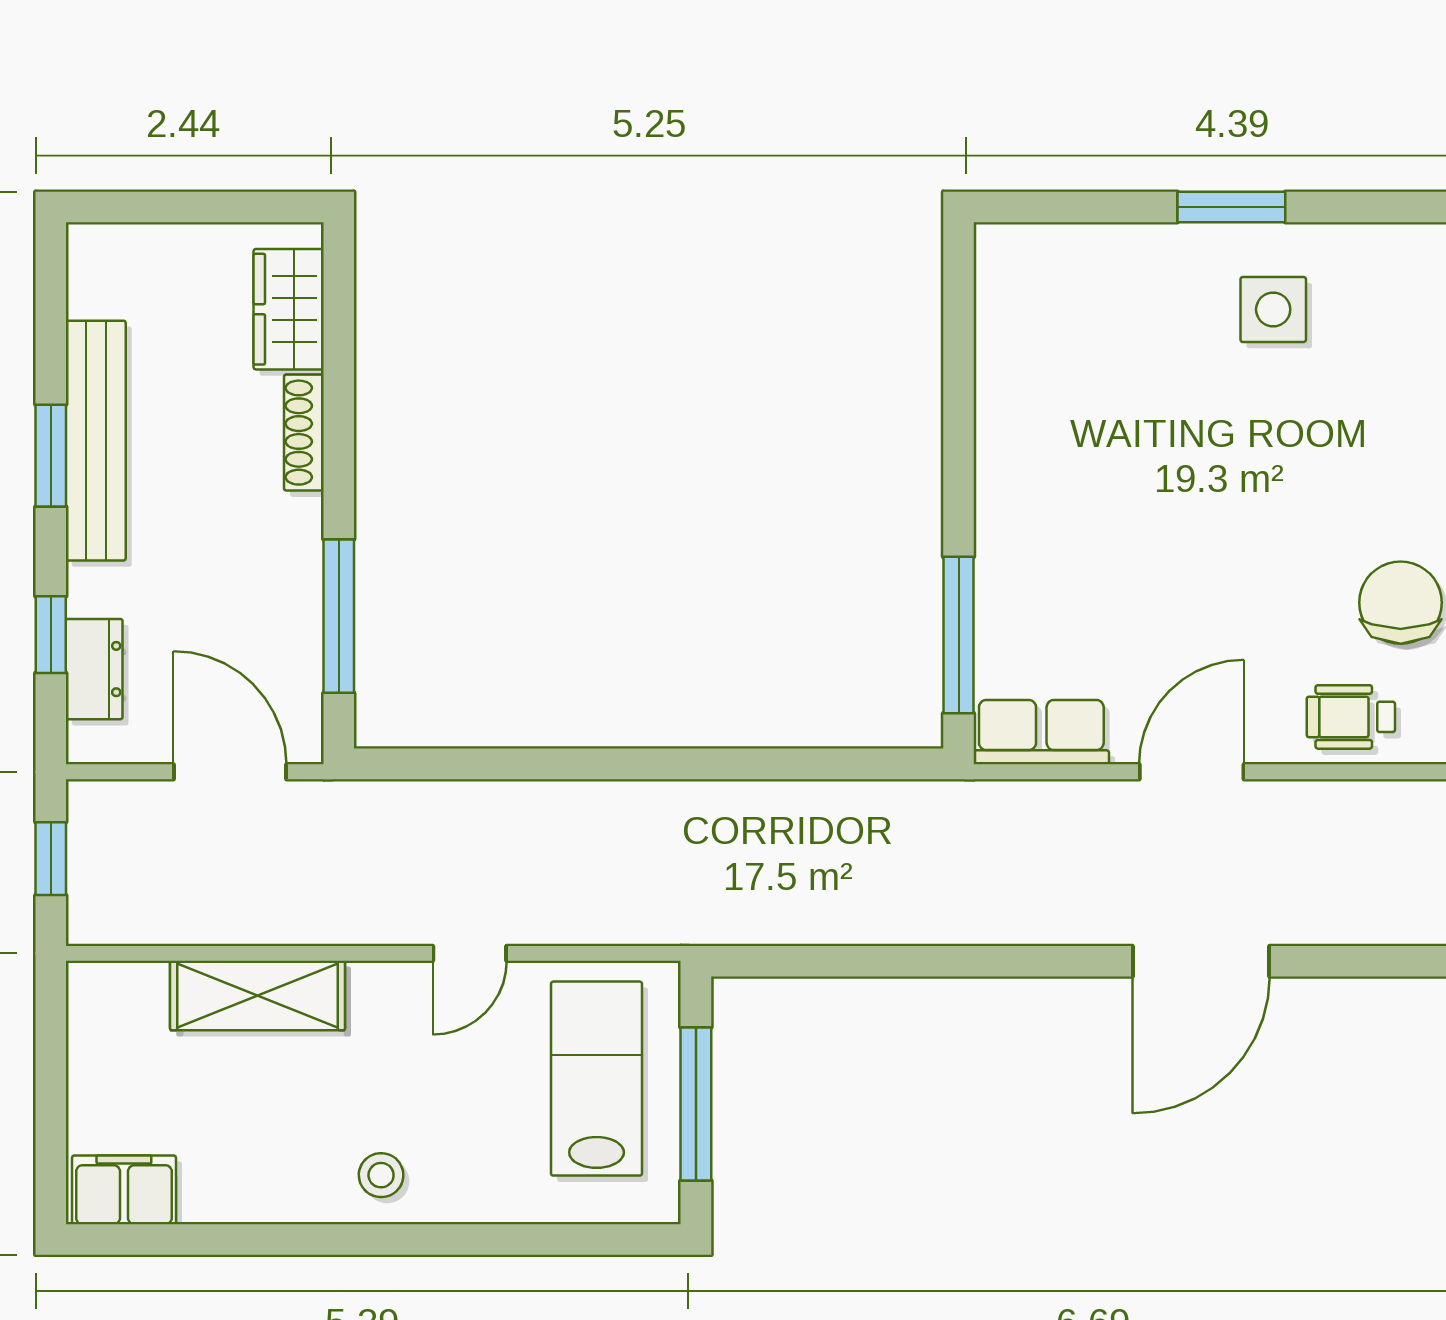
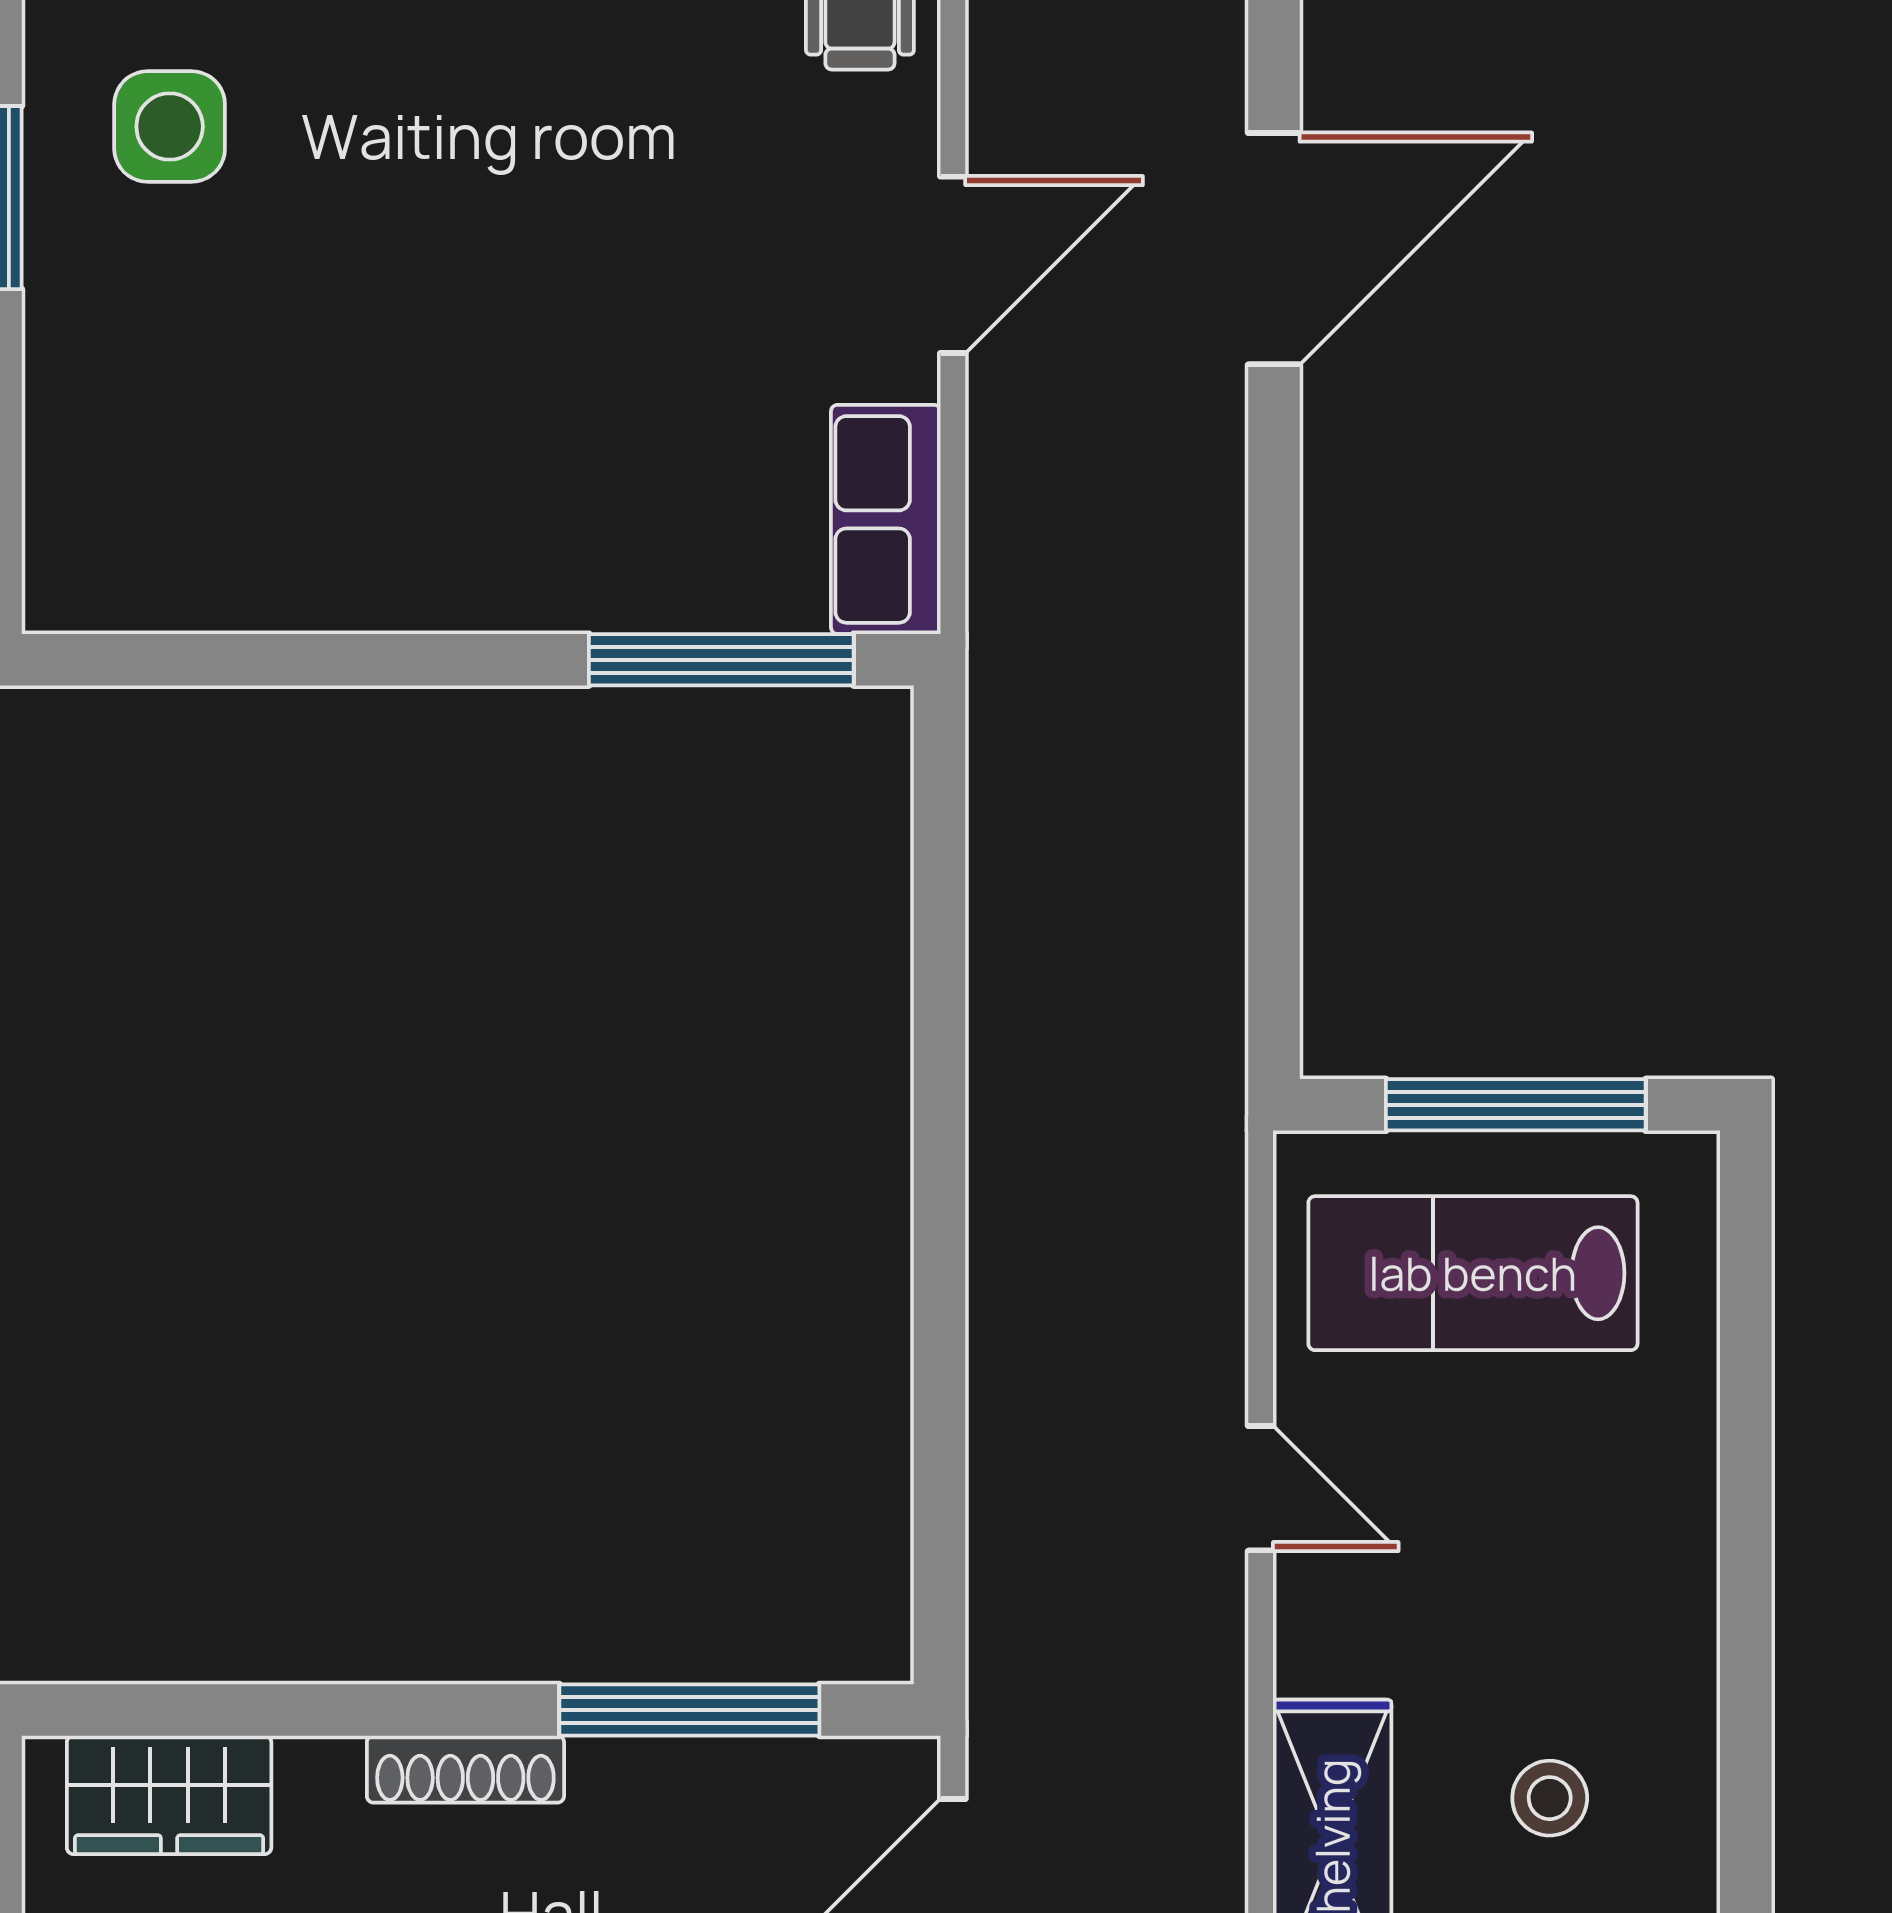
shoe rack: (304, 433) -> (465, 1769), moved
door: (1192, 772) -> (953, 265), swing flipped
door: (1201, 961) -> (1274, 249), hinge flipped
stool: (381, 1175) -> (1550, 1798), moved

